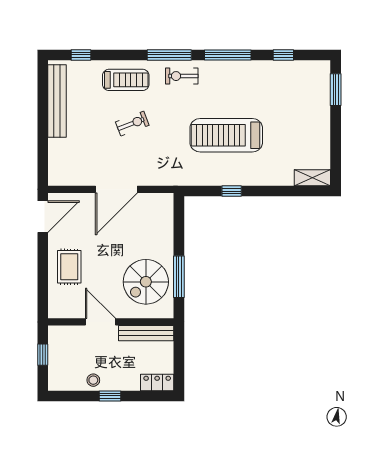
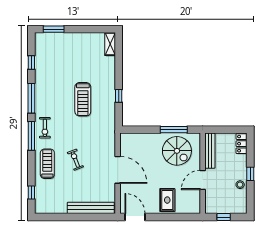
bench: (57, 101) -> (91, 208), moved
treadmill: (226, 135) -> (83, 99), width x0.73, depth x0.73
rug: (69, 267) -> (167, 200), turned 90

